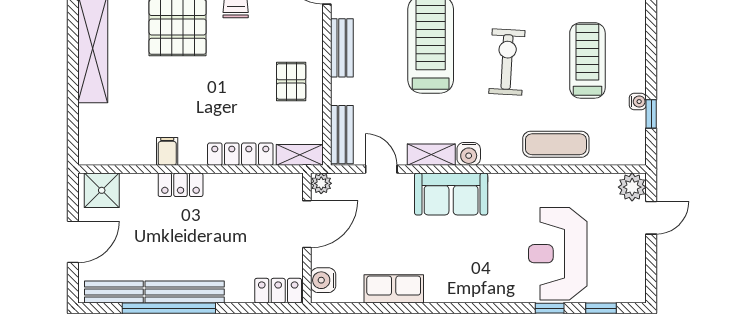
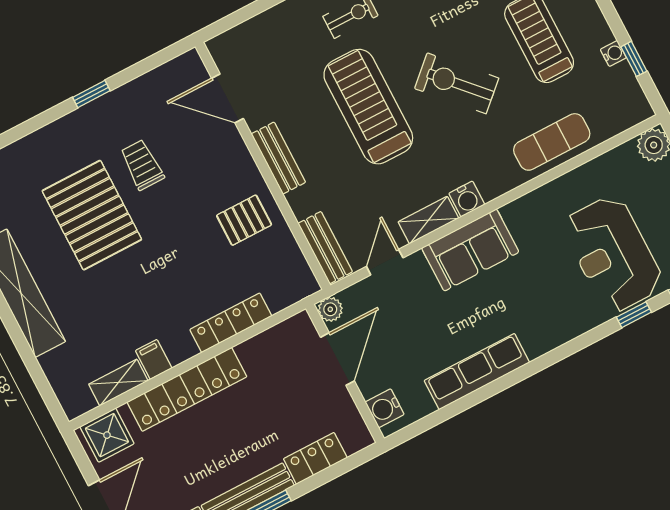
exercise bike: (507, 62) -> (457, 83), turned -46
pallet: (291, 81) -> (244, 220), turned 90
shelving: (300, 155) -> (118, 382), moved
door: (381, 169) -> (385, 262), hinge flipped
locker: (181, 185) -> (187, 389), width x2.16, depth x1.21
row of seats: (394, 289) -> (477, 372), width x1.48
locker: (278, 291) -> (315, 458), moved

